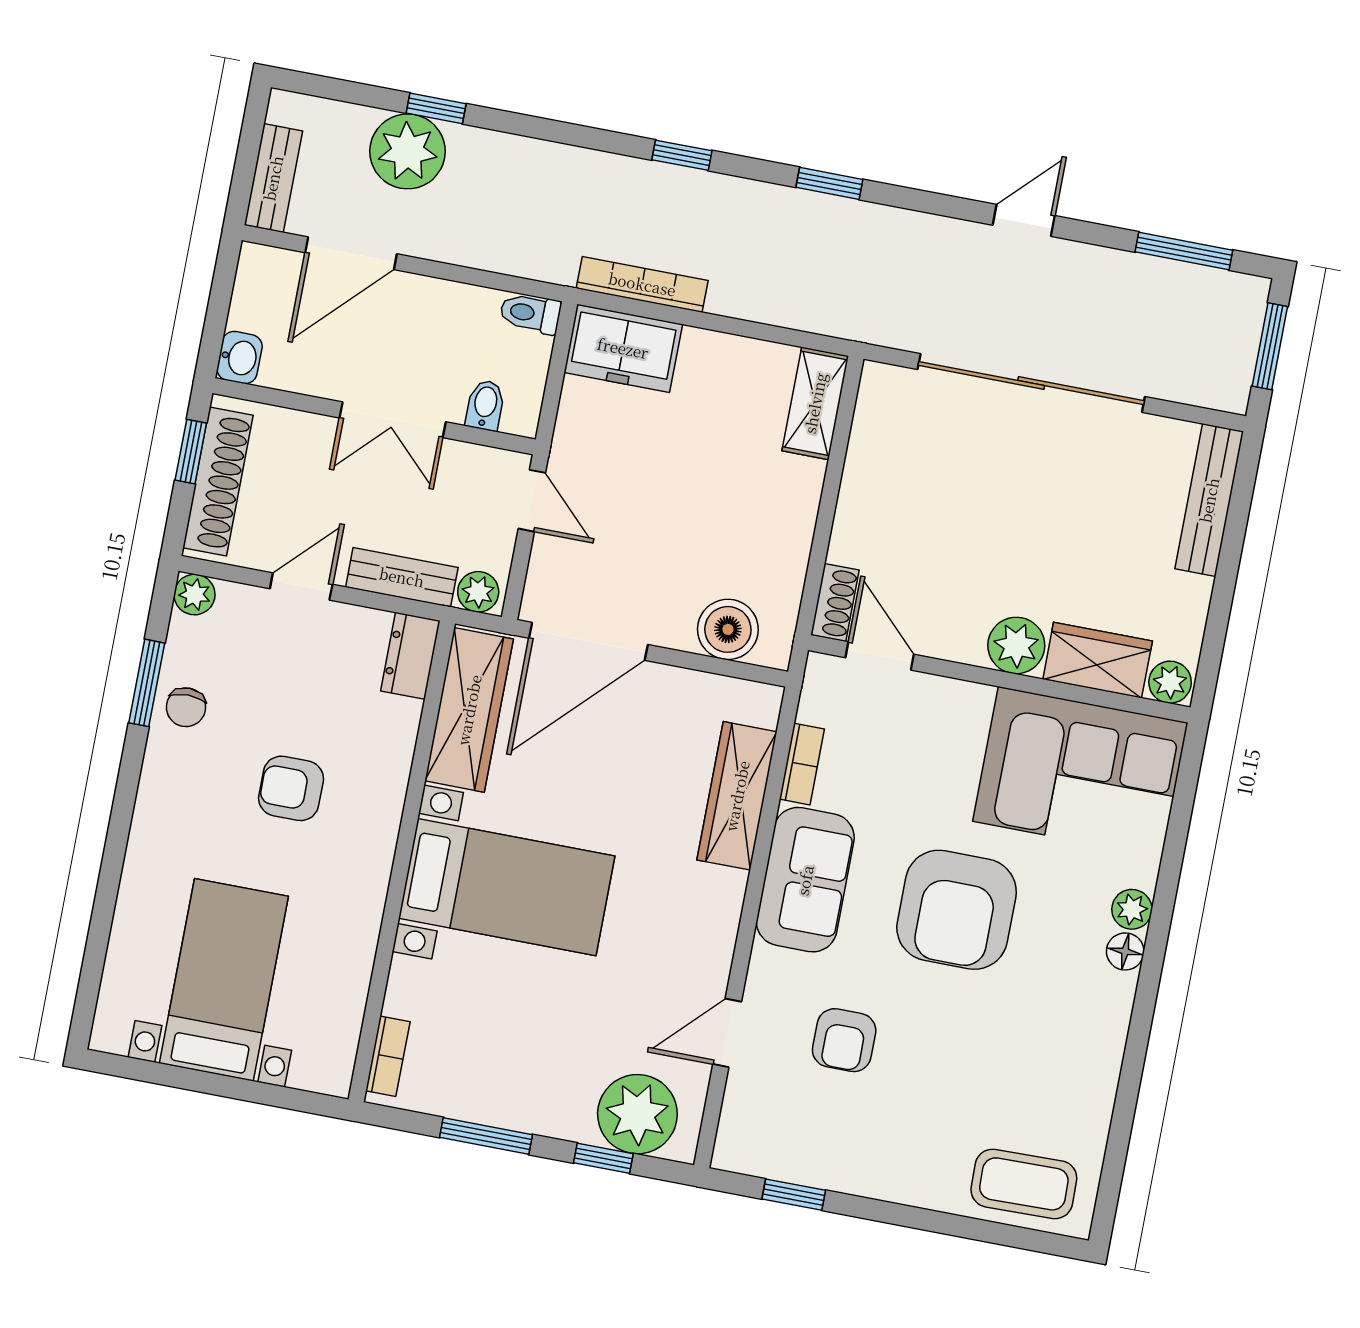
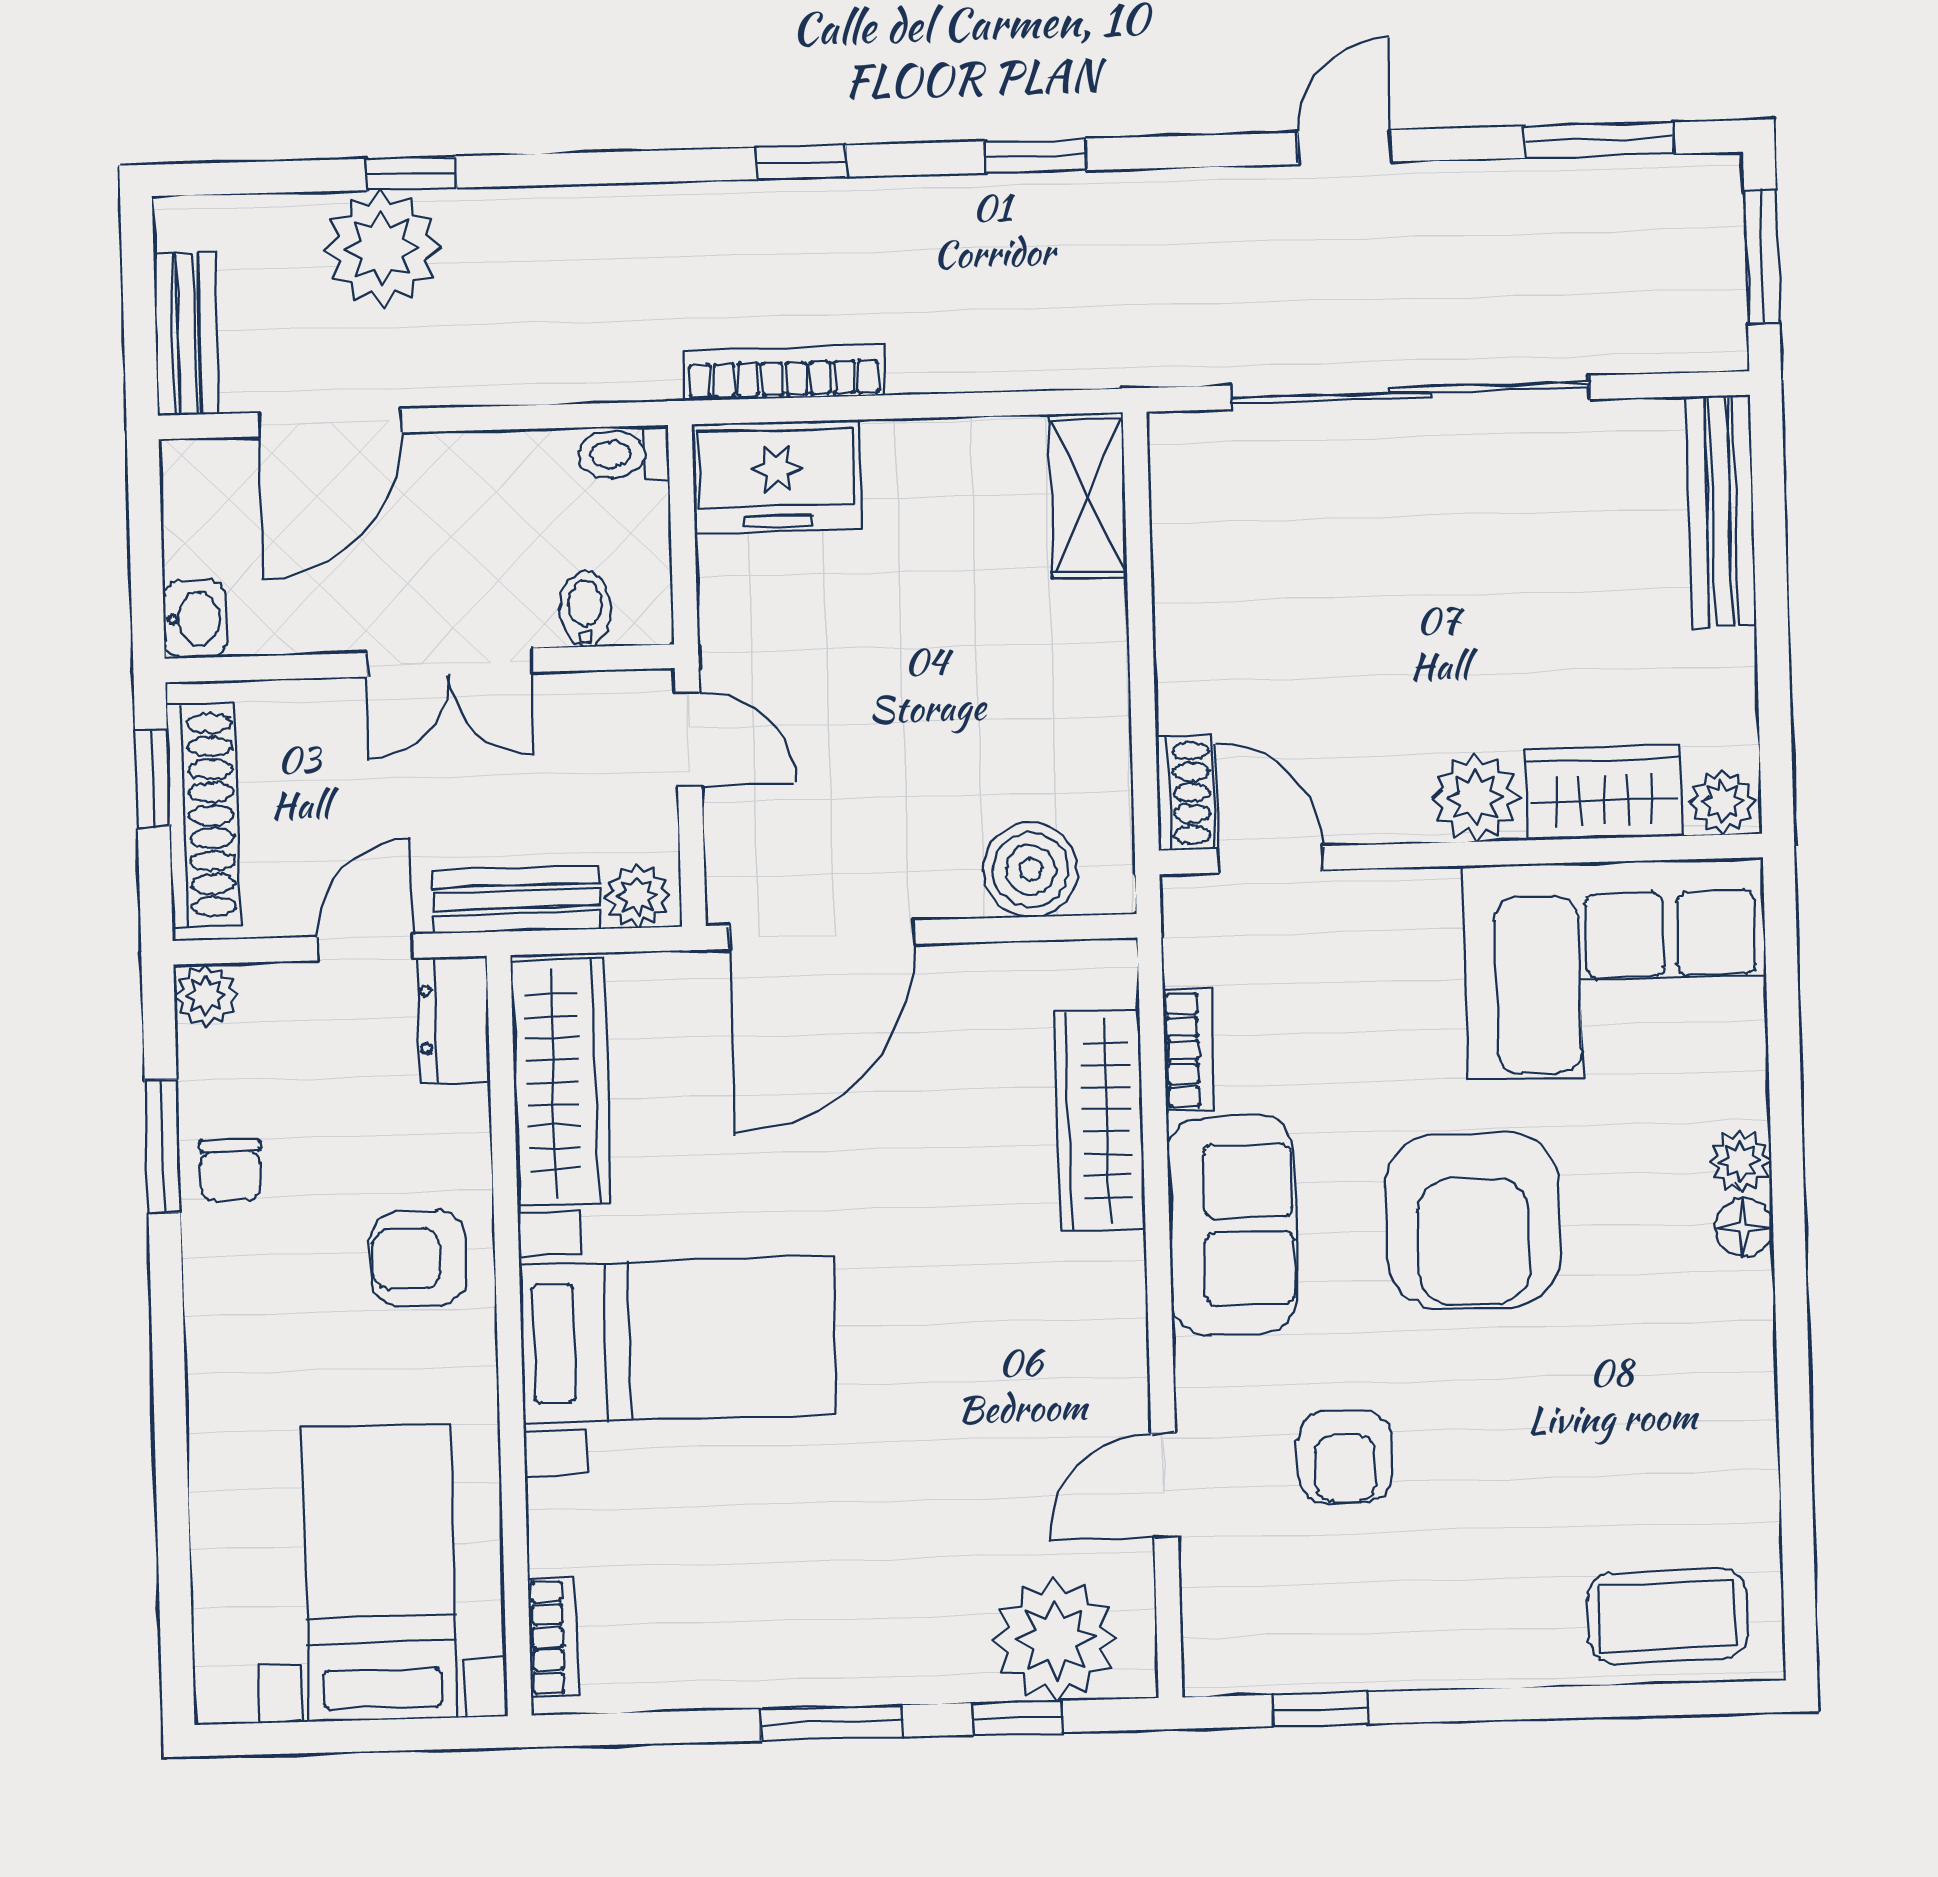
dresser: (410, 656) -> (453, 1019), moved
wardrobe: (469, 710) -> (561, 1082), moved
wall: (402, 861) -> (509, 1336), moved
bed with nightstands: (507, 887) -> (678, 1340), moved
bookcase: (388, 1056) -> (553, 1637), moved

